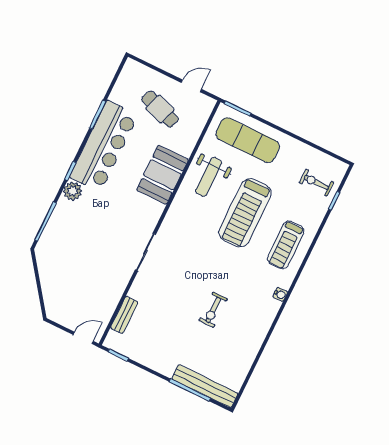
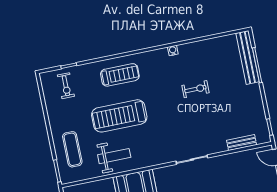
exercise mat: (248, 140) -> (72, 149), width x0.73, depth x0.69
treadmill: (245, 213) -> (119, 116), turned 180
water cooler: (280, 294) -> (173, 51), moved

